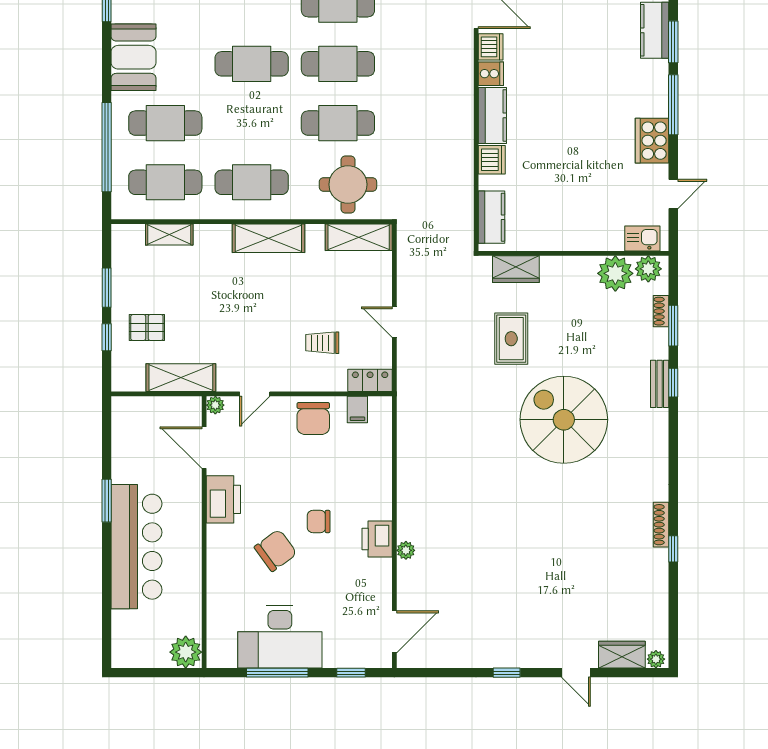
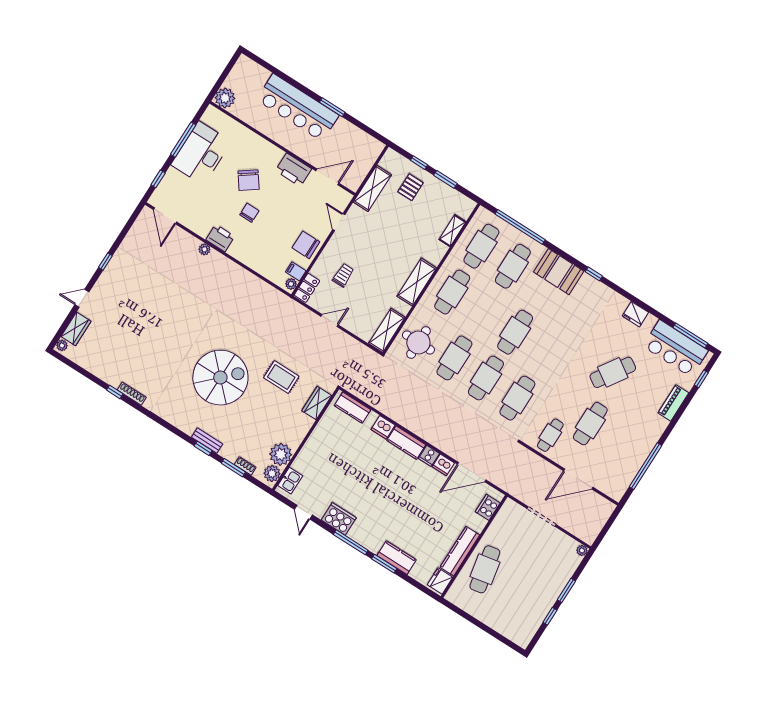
plant: (215, 405) -> (291, 284), moved

